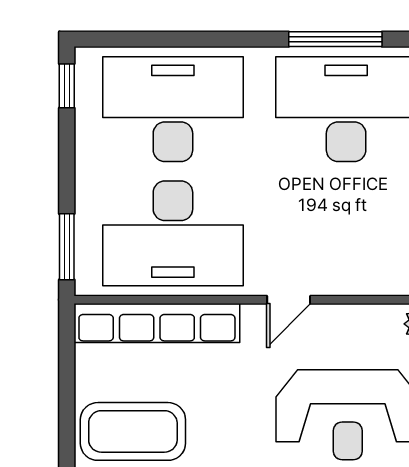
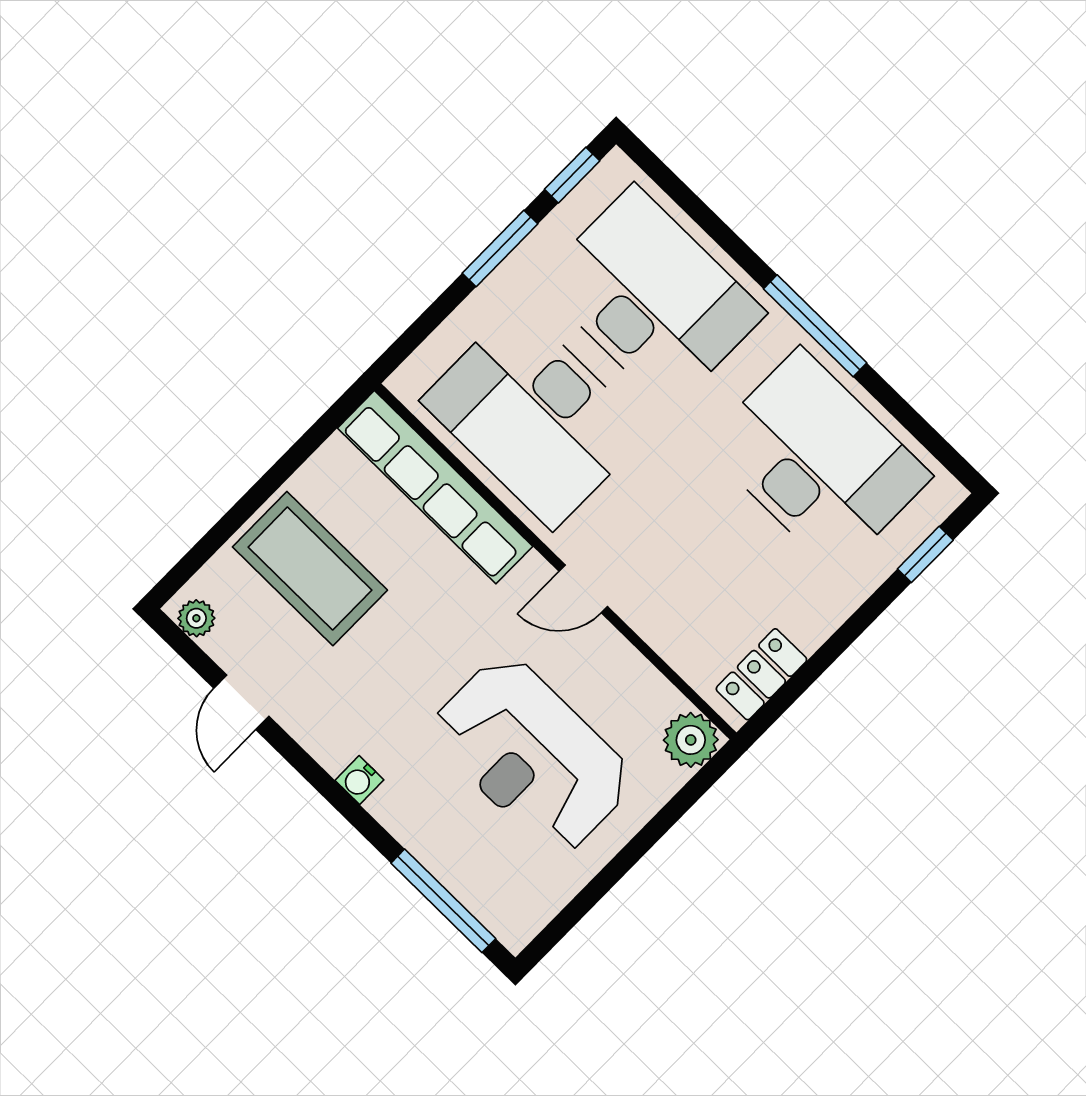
window: (335, 39) -> (815, 326), moved
window: (67, 247) -> (500, 248), moved

